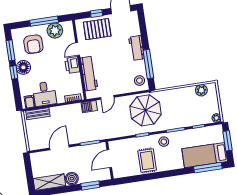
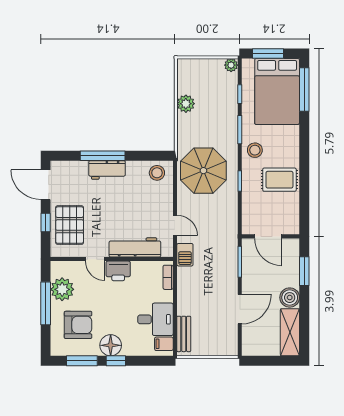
window: (148, 64) -> (103, 156), moved
plant: (201, 90) -> (186, 104), moved
door: (59, 147) -> (240, 309), swing flipped
bed: (205, 155) -> (277, 91), width x1.50

